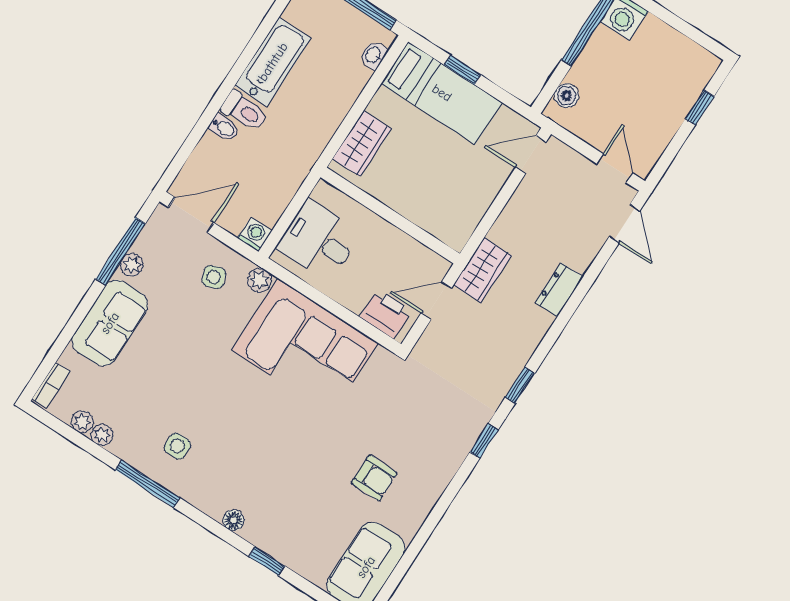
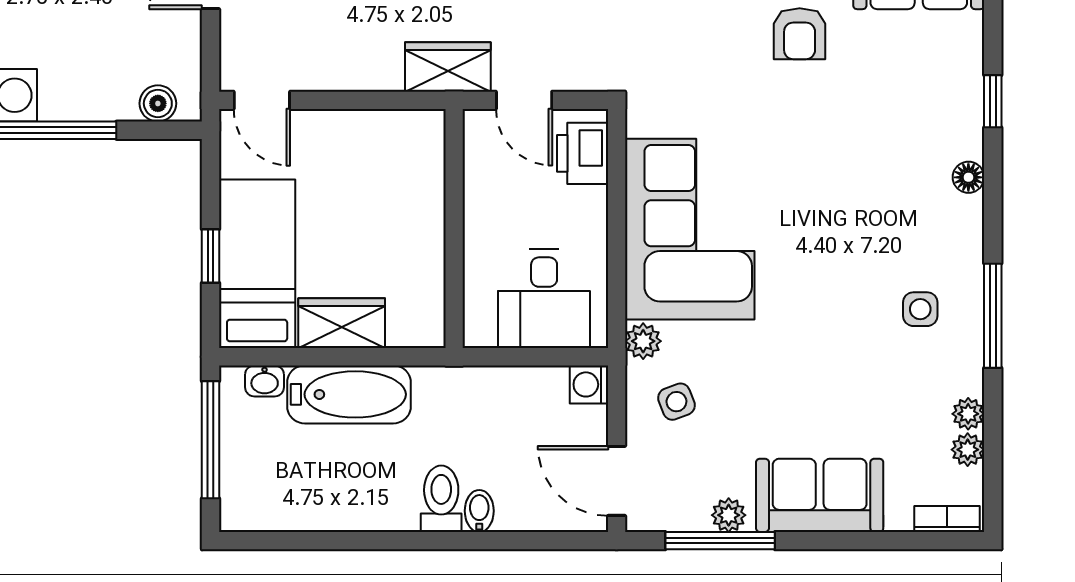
bathtub: (273, 62) -> (349, 394), moved, turned 180
wardrobe: (362, 144) -> (342, 323), moved
armchair: (374, 478) -> (800, 34), turned 180

